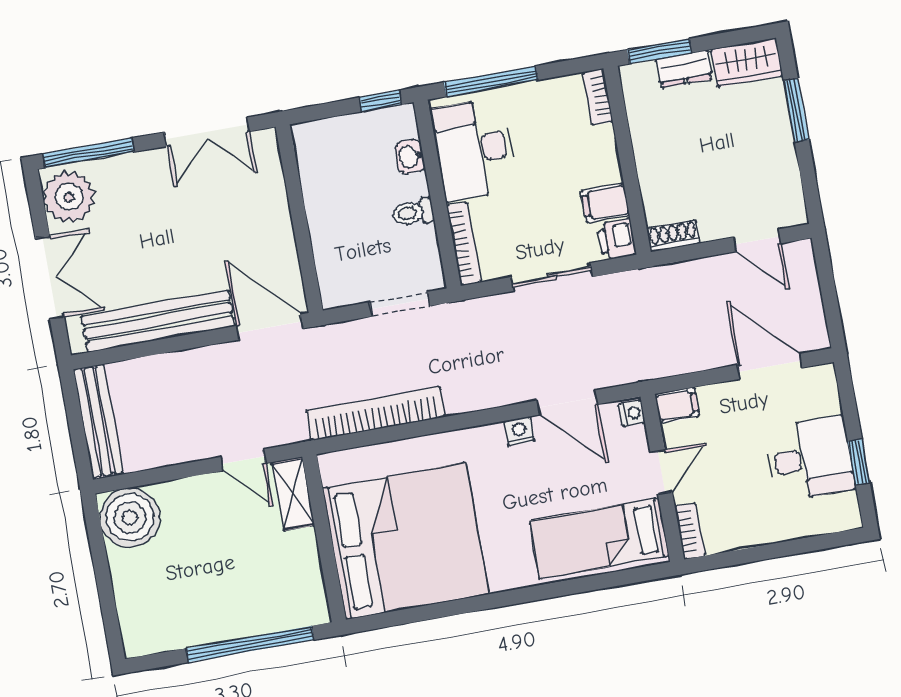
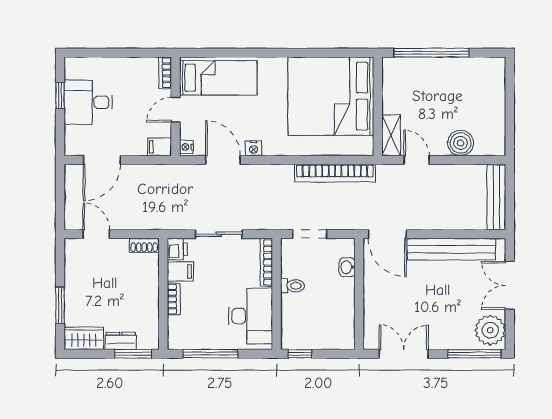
window: (491, 81) -> (210, 354), moved
bookcase: (598, 97) -> (174, 299), moved
washbasin: (410, 157) -> (347, 267), moved, turned 180
door: (770, 366) -> (102, 160), hinge flipped
boiler: (130, 518) -> (461, 143), moved, width x0.73, depth x0.73

